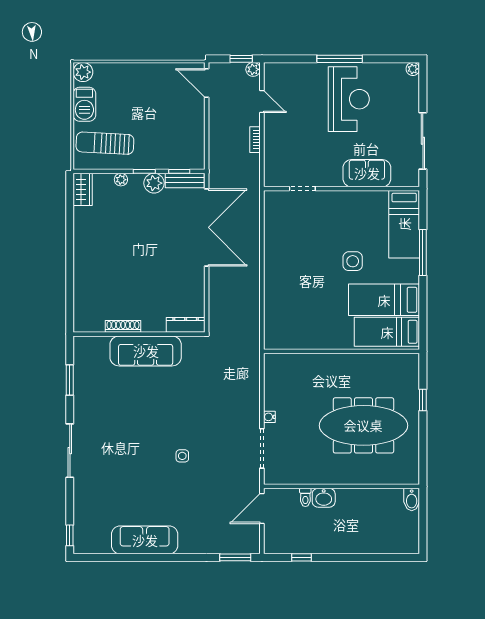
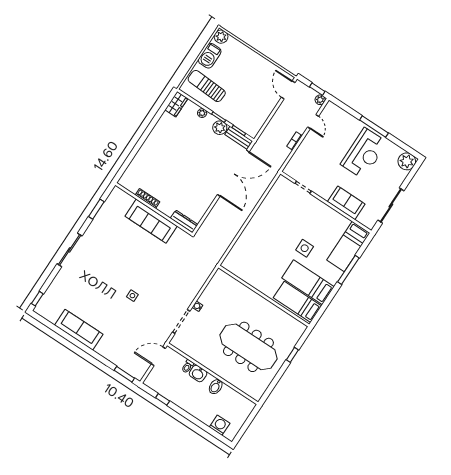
plant: (413, 69) -> (407, 161), width x1.88, depth x1.88
bidet: (412, 499) -> (216, 387), moved
washing machine: (391, 543) -> (220, 425), added

